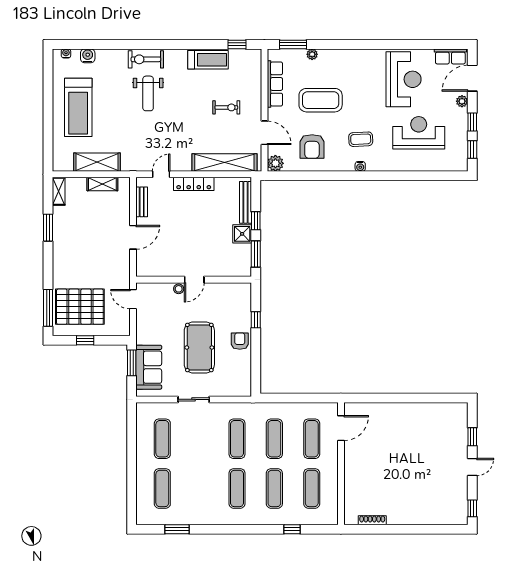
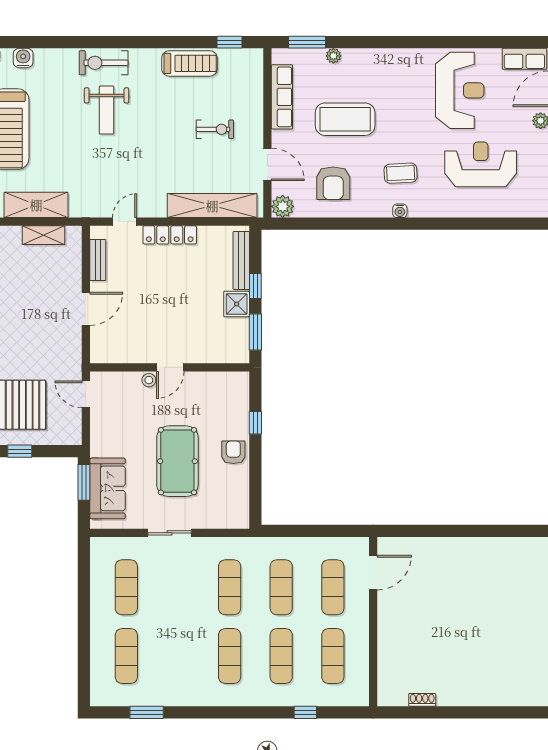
shoe rack: (372, 520) -> (422, 700), width x0.70

